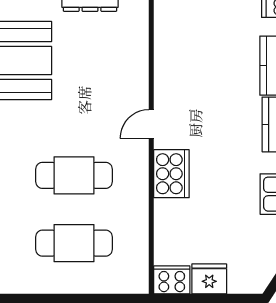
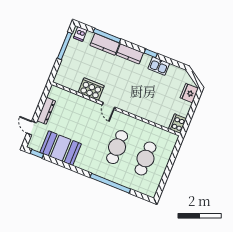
cooker: (171, 174) -> (91, 89), moved
fridge: (209, 279) -> (189, 93), moved

